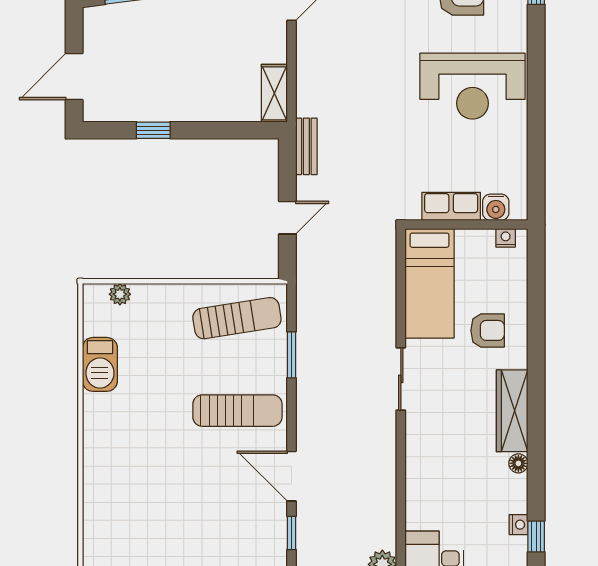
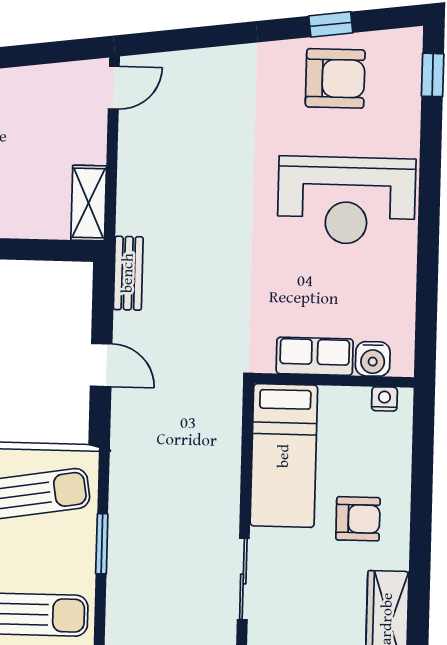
door: (287, 218) -> (101, 365), hinge flipped

